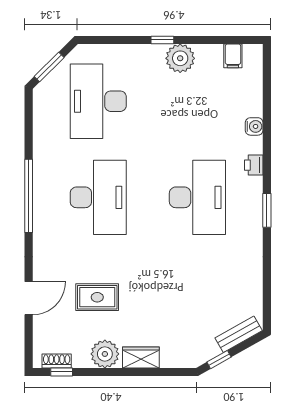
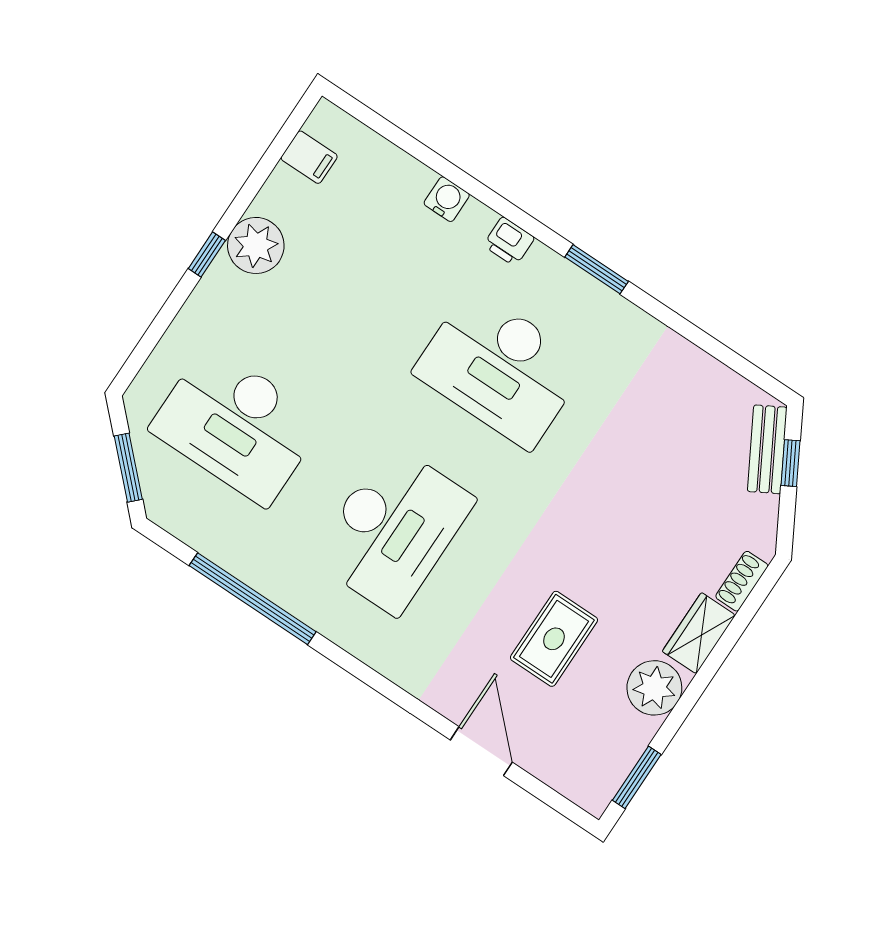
window: (29, 196) -> (253, 599), moved
desk: (98, 197) -> (393, 529), turned 90
desk: (197, 197) -> (500, 368), turned 180
window: (219, 360) -> (790, 463), moved
shoe rack: (57, 361) -> (742, 581), moved
window: (62, 372) -> (637, 777), width x1.50

